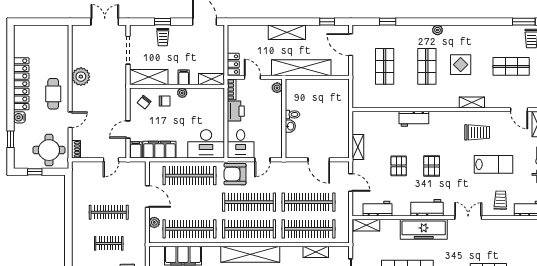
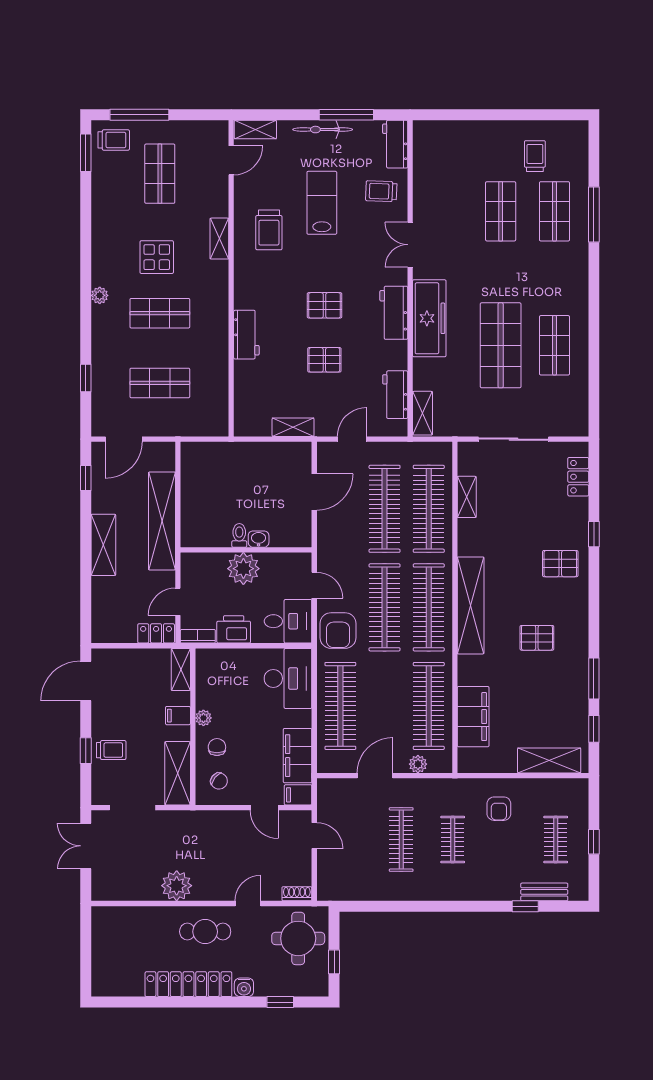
plant: (277, 88) -> (243, 569), moved, width x1.87, depth x1.87
door: (70, 120) -> (248, 903), hinge flipped
trolley: (477, 132) -> (269, 230), turned 180

